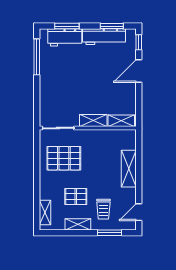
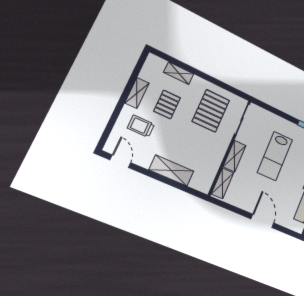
window: (139, 42) -> (288, 232), removed
lab bench: (77, 84) -> (275, 156), added
shelving: (45, 212) -> (179, 73), moved
window: (109, 233) -> (112, 121), removed

